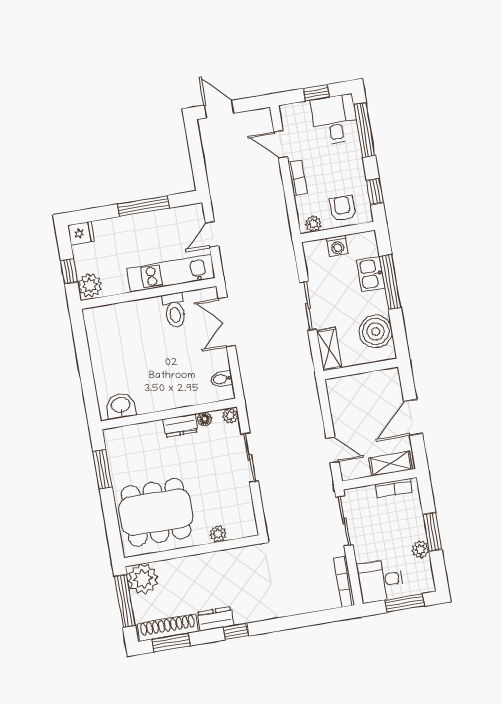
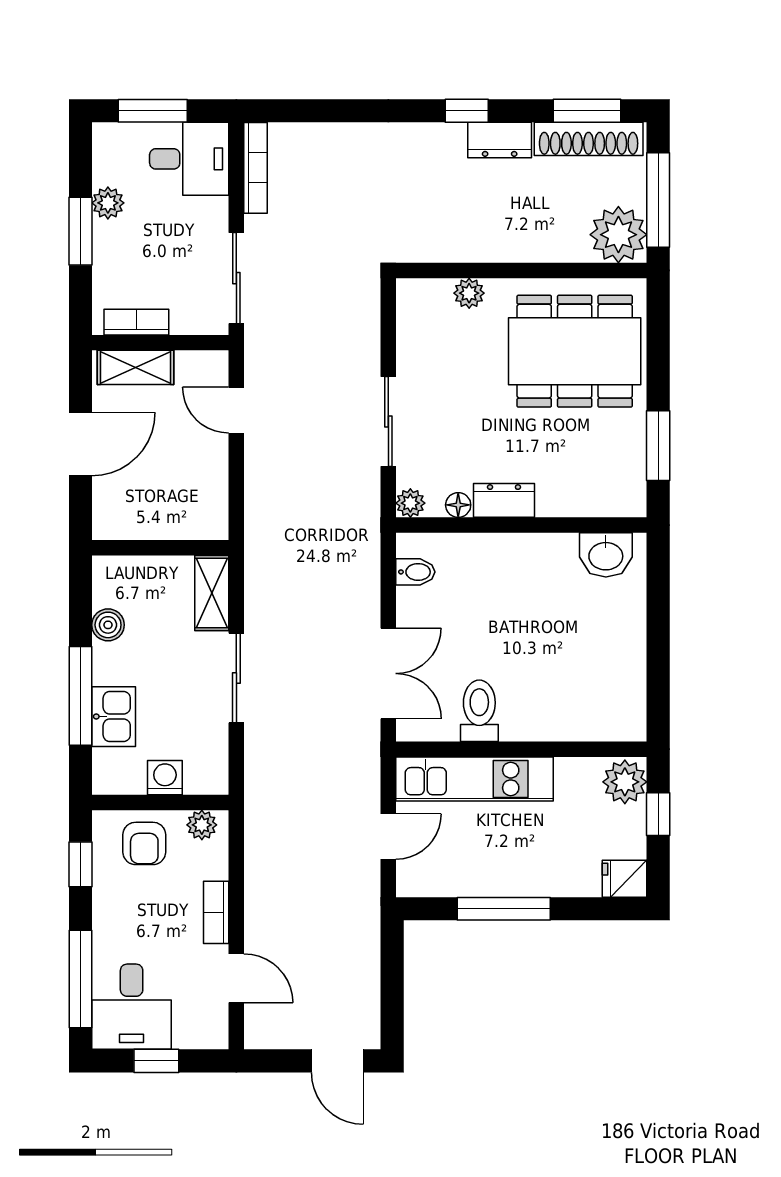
boiler: (376, 331) -> (108, 625), width x0.54, depth x0.54

